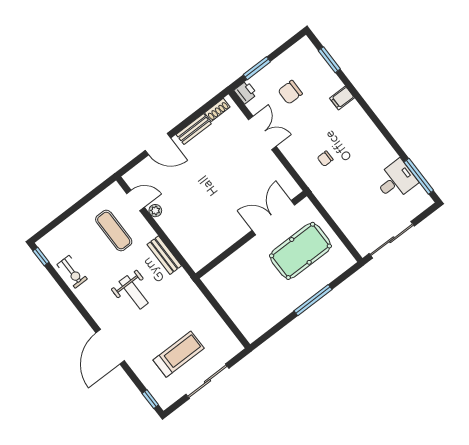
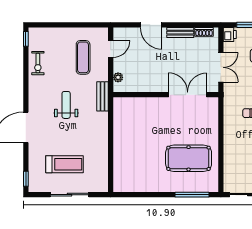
door: (135, 200) -> (111, 49), hinge flipped
plant: (155, 211) -> (118, 77), moved
double door: (273, 218) -> (188, 95), moved
wall: (251, 235) -> (166, 95), moved
weight bench: (134, 292) -> (66, 105), turned 180
window: (313, 300) -> (192, 195), moved

